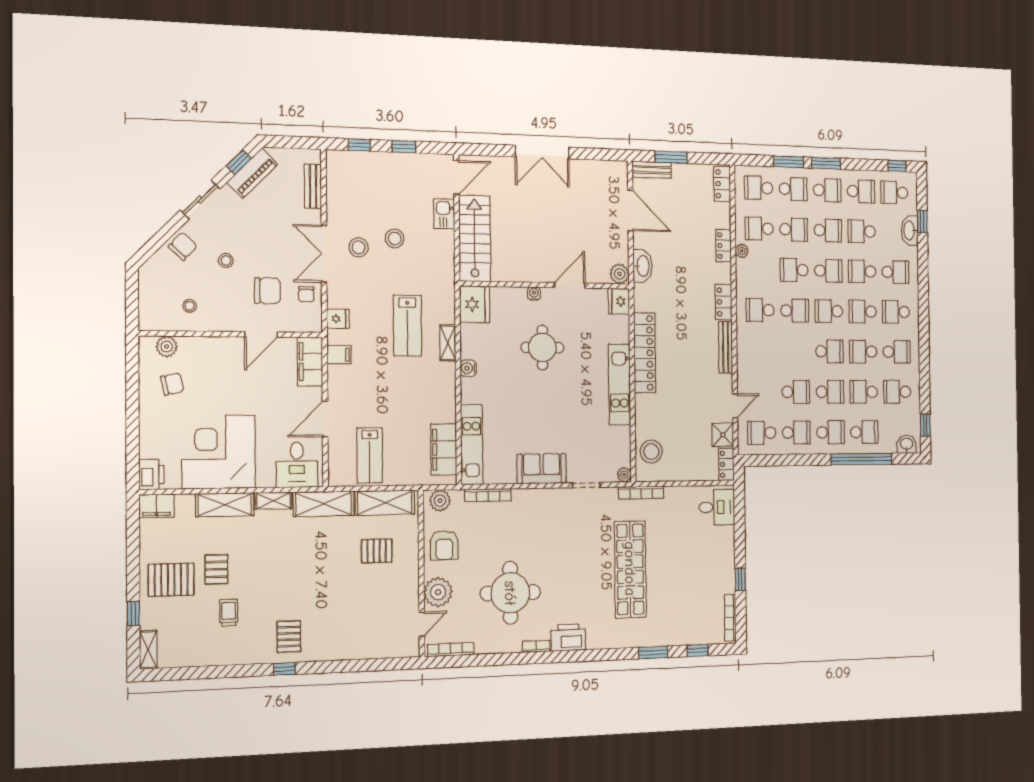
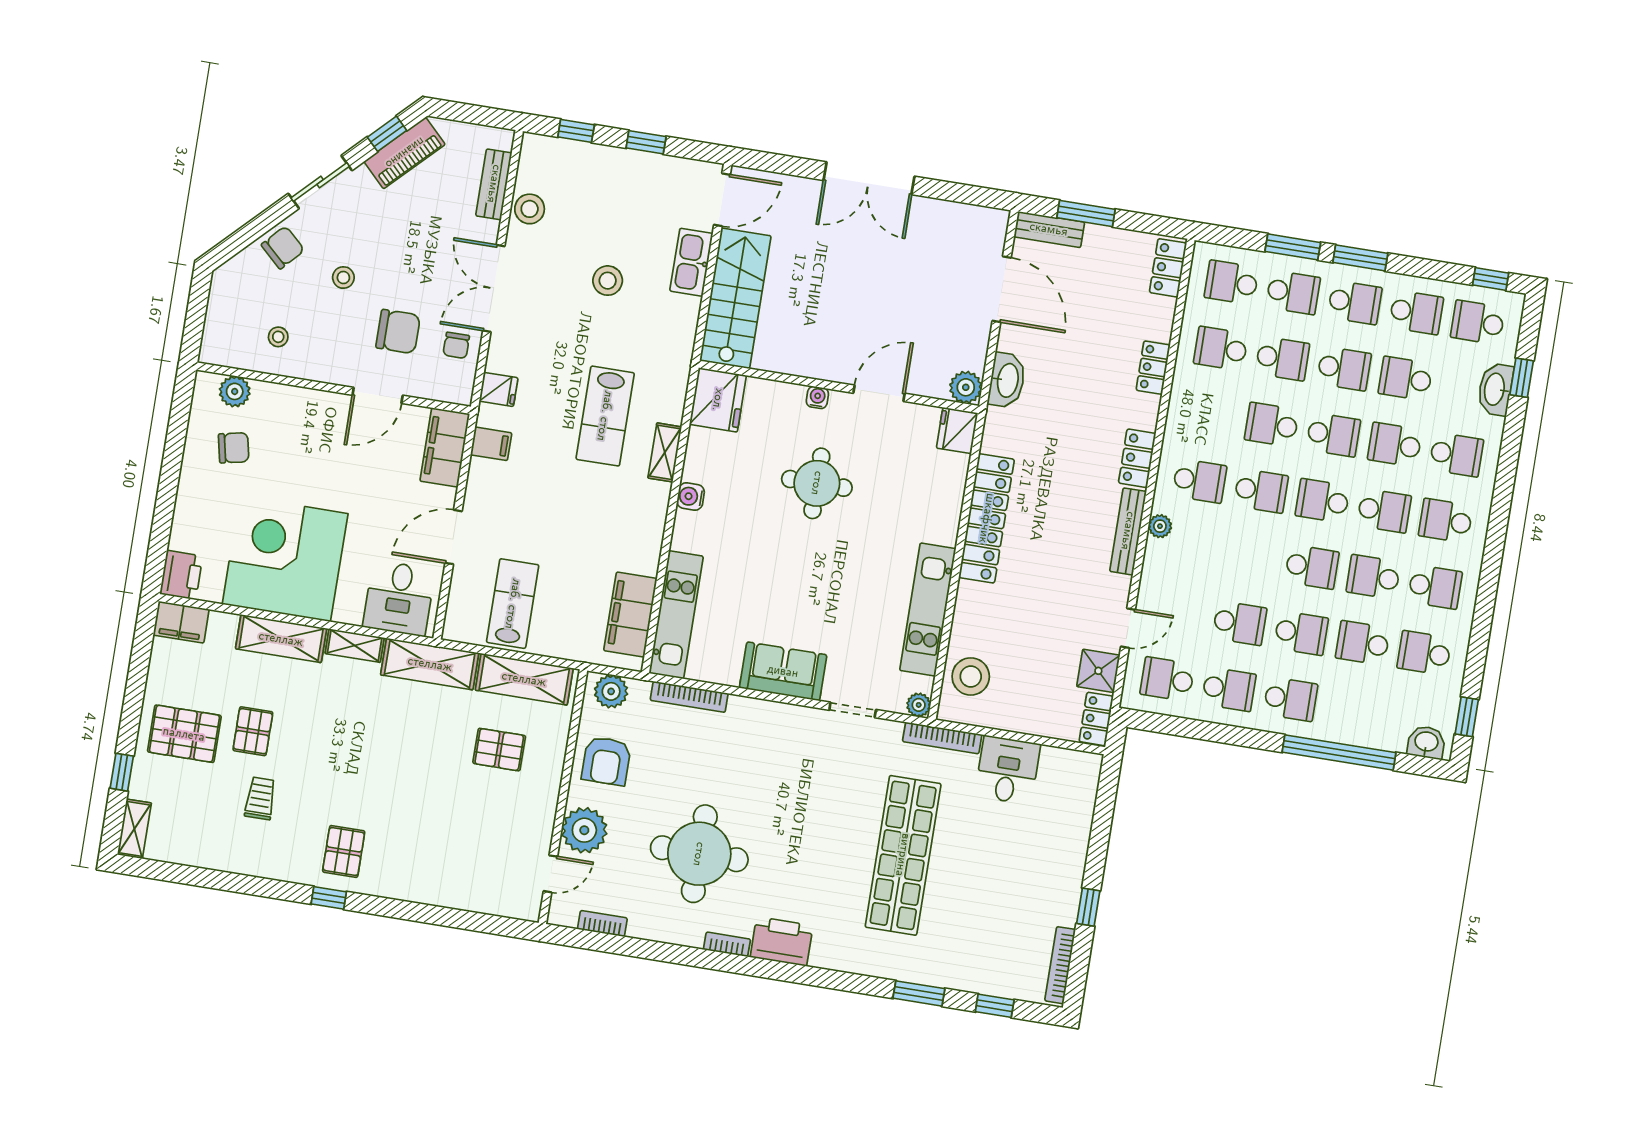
kitchen sink: (444, 214) -> (691, 262), width x1.38
stool: (359, 247) -> (530, 209), moved
plant: (742, 251) -> (1160, 526), moved
school desk: (760, 310) -> (1199, 481), turned 180
school desk: (863, 312) -> (1384, 511), turned 180
kitchen unit: (620, 384) -> (928, 610), moved
school desk: (864, 432) -> (1352, 709), removed
lab bench: (370, 455) -> (513, 604), turned 180
desk: (717, 507) -> (1008, 770), moved, turned -90
bookcase: (451, 650) -> (602, 924), width x0.64

